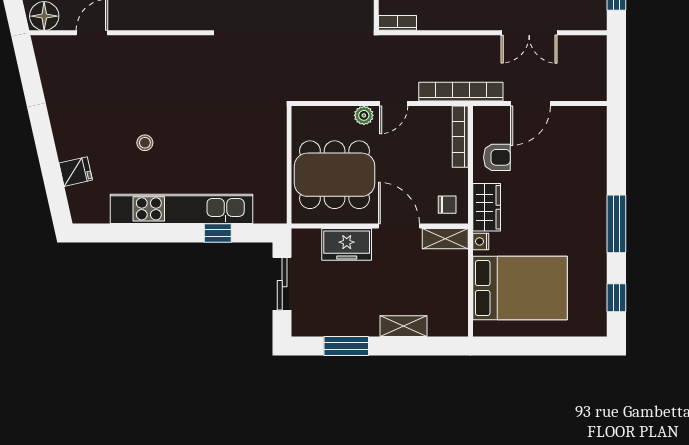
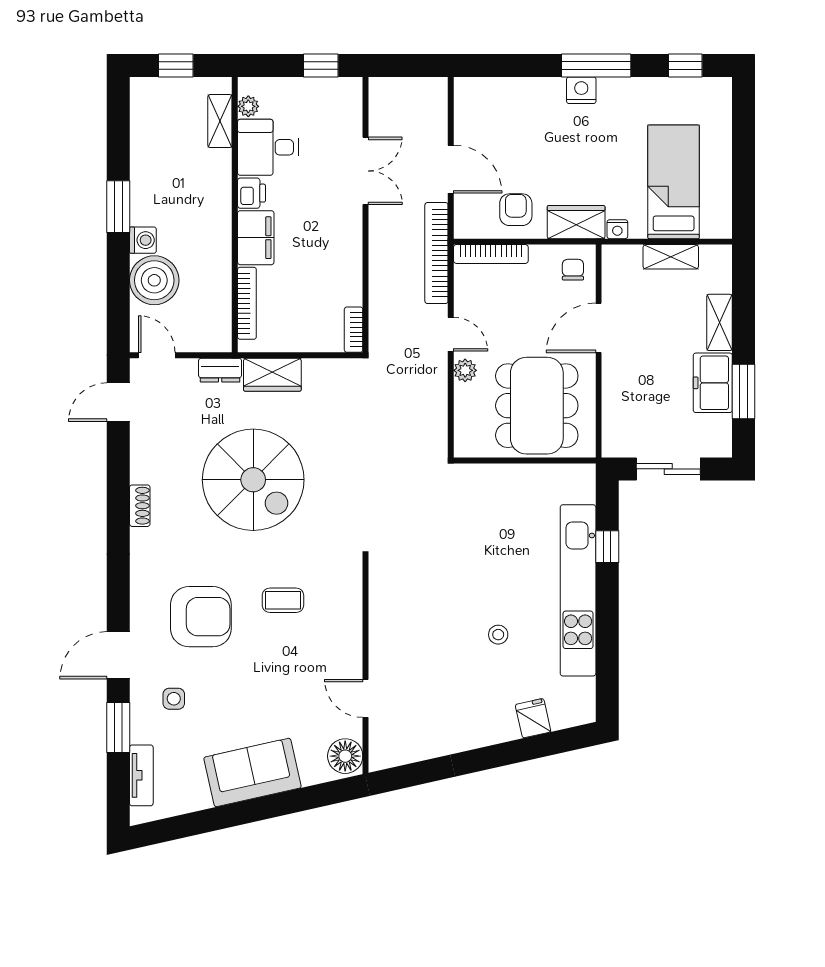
nightstand: (596, 212) -> (581, 90), added
shelving: (445, 239) -> (671, 257), moved, turned 90
freezer: (347, 244) -> (713, 383), moved, turned 180
bed: (520, 288) -> (674, 182), width x0.67

